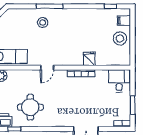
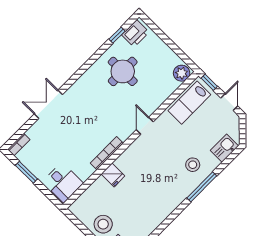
kitchen sink: (18, 15) -> (224, 148), added

